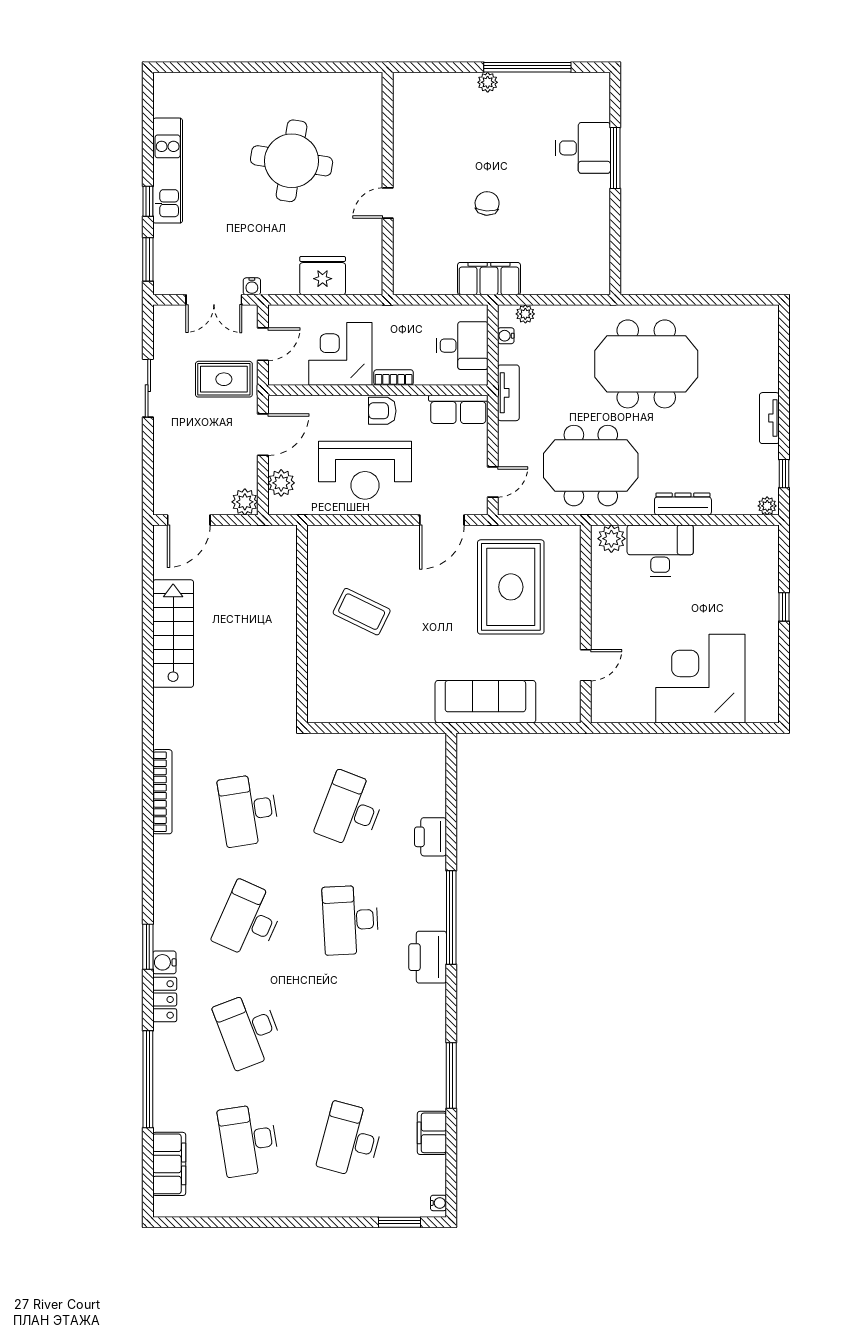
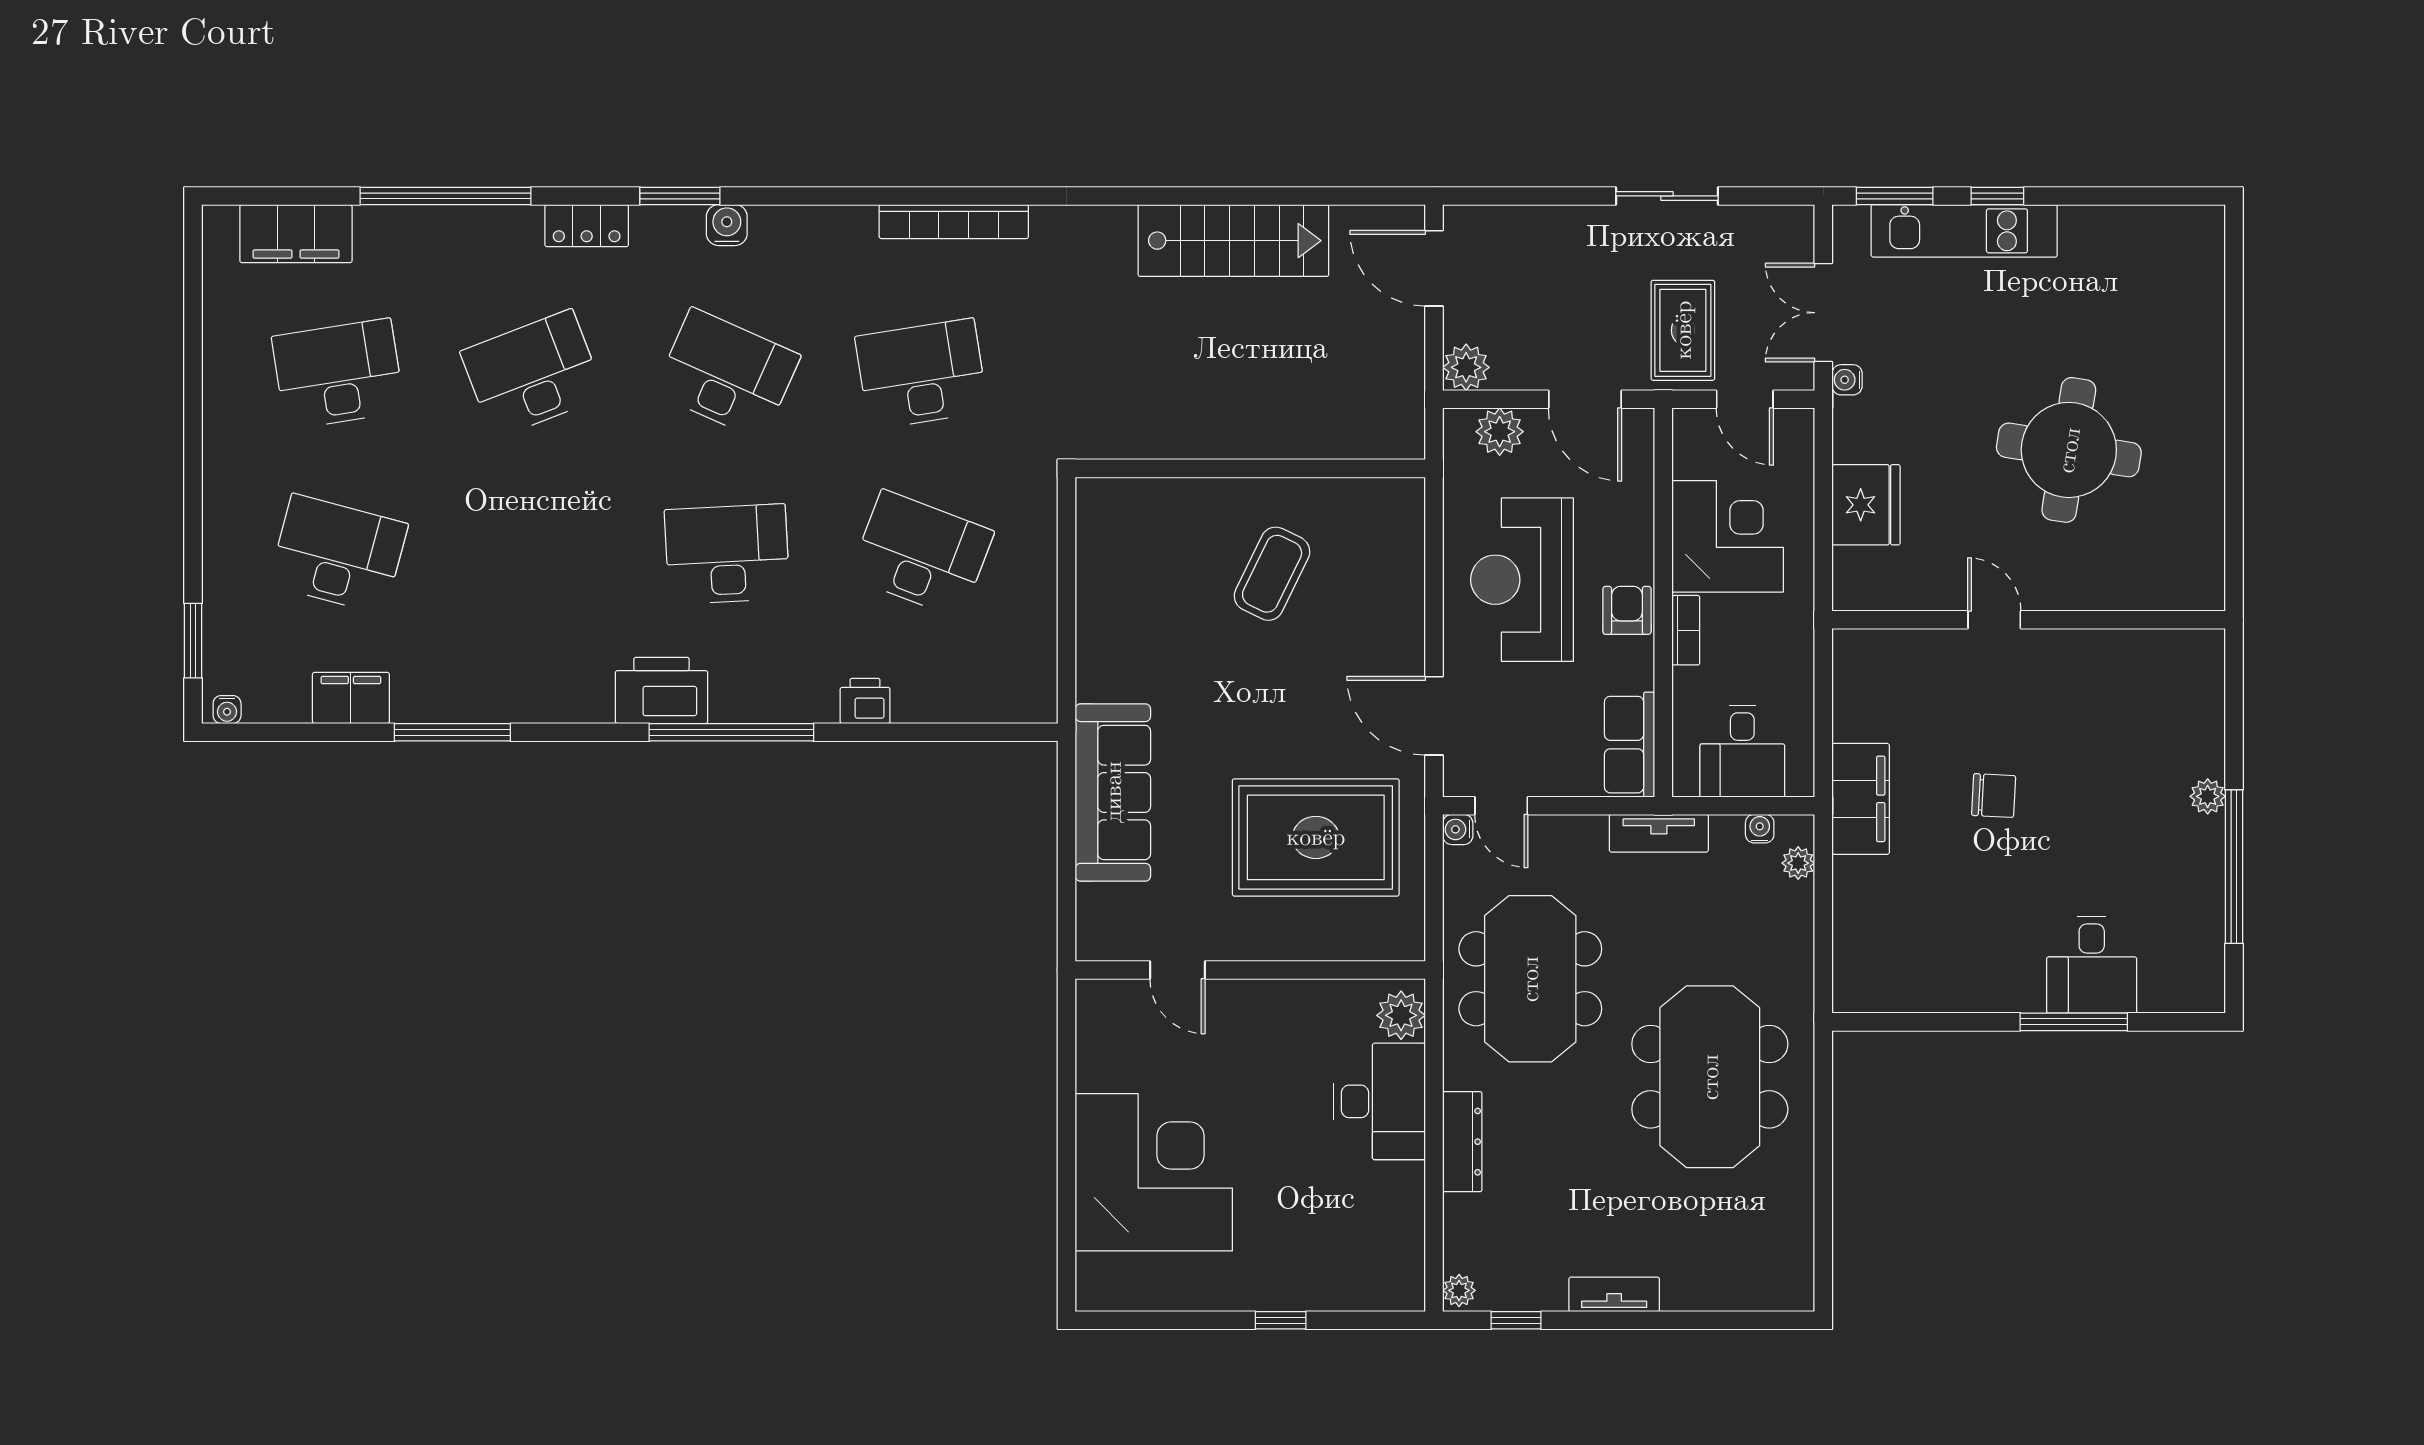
kitchen unit: (168, 171) -> (1964, 231), moved
water cooler: (506, 507) -> (1458, 829), added
printer: (430, 837) -> (865, 701), width x0.73, depth x0.81
water cooler: (164, 962) -> (727, 225), moved

